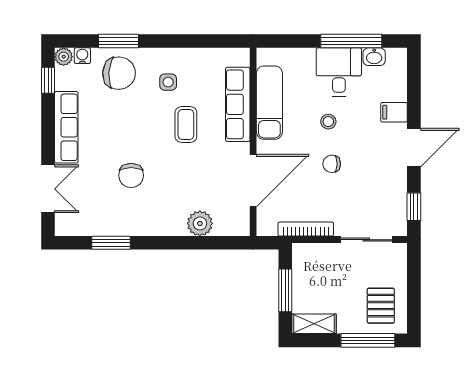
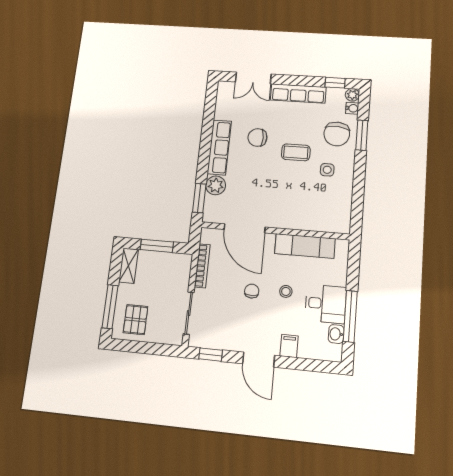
row of seats: (238, 104) -> (219, 147), moved, turned 90
coffee table: (186, 125) -> (296, 152), moved
window: (111, 243) -> (199, 198), moved
pallet: (381, 306) -> (136, 320), turned 90

